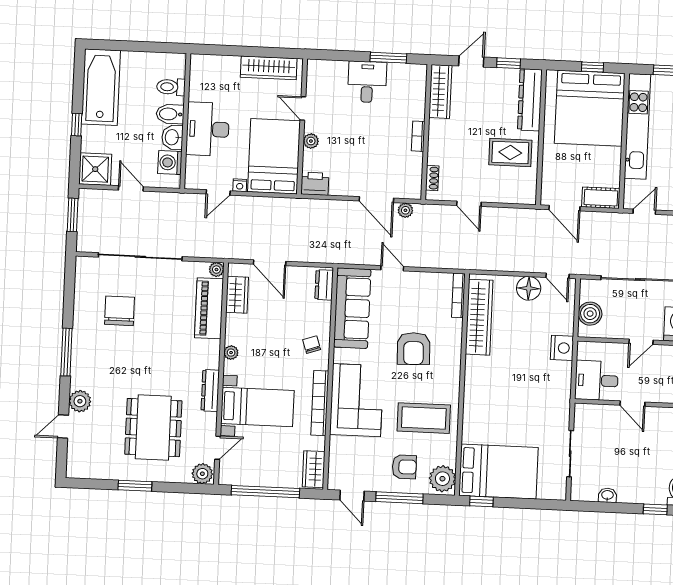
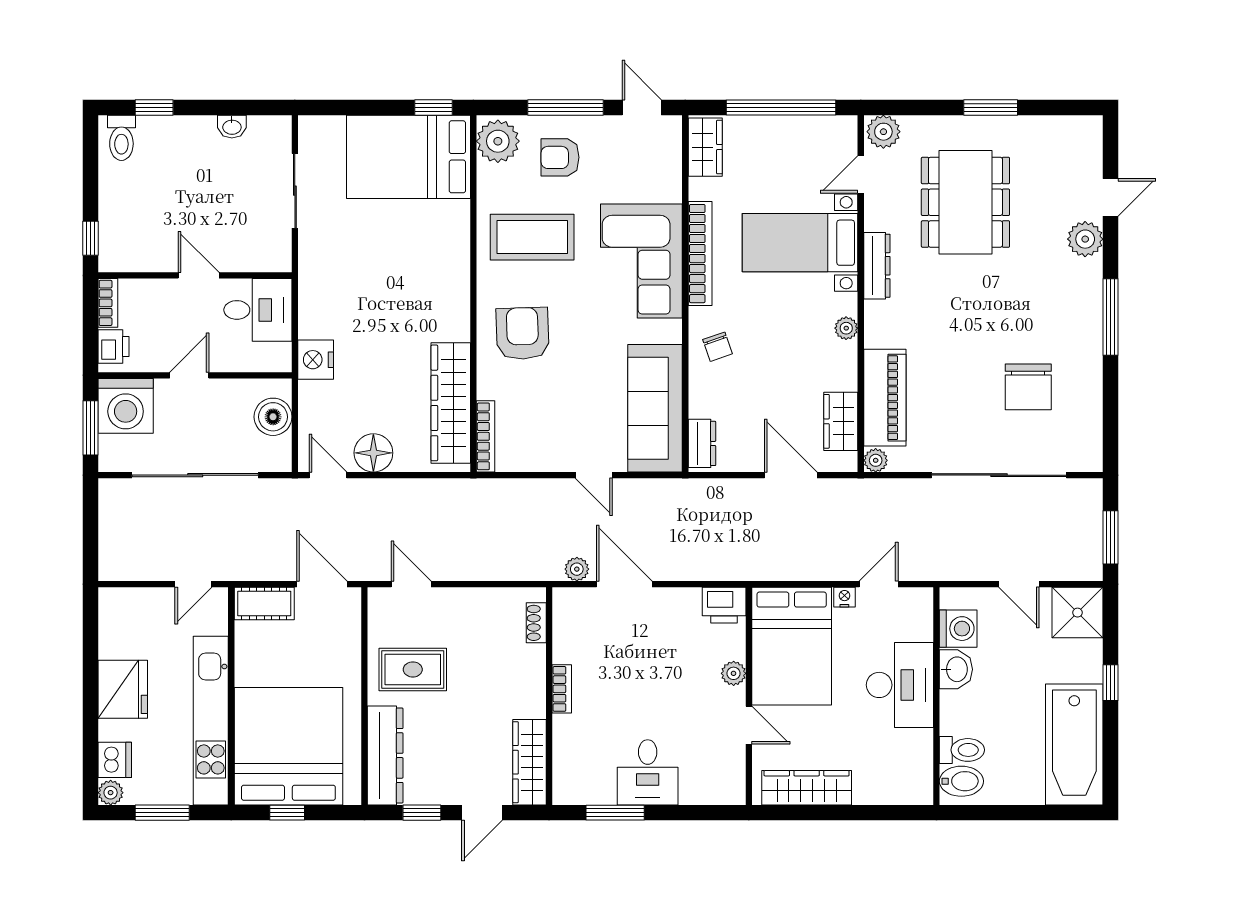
bidet: (170, 114) -> (961, 781), moved
door: (469, 204) -> (411, 584), moved
armchair: (414, 349) -> (523, 333), moved

